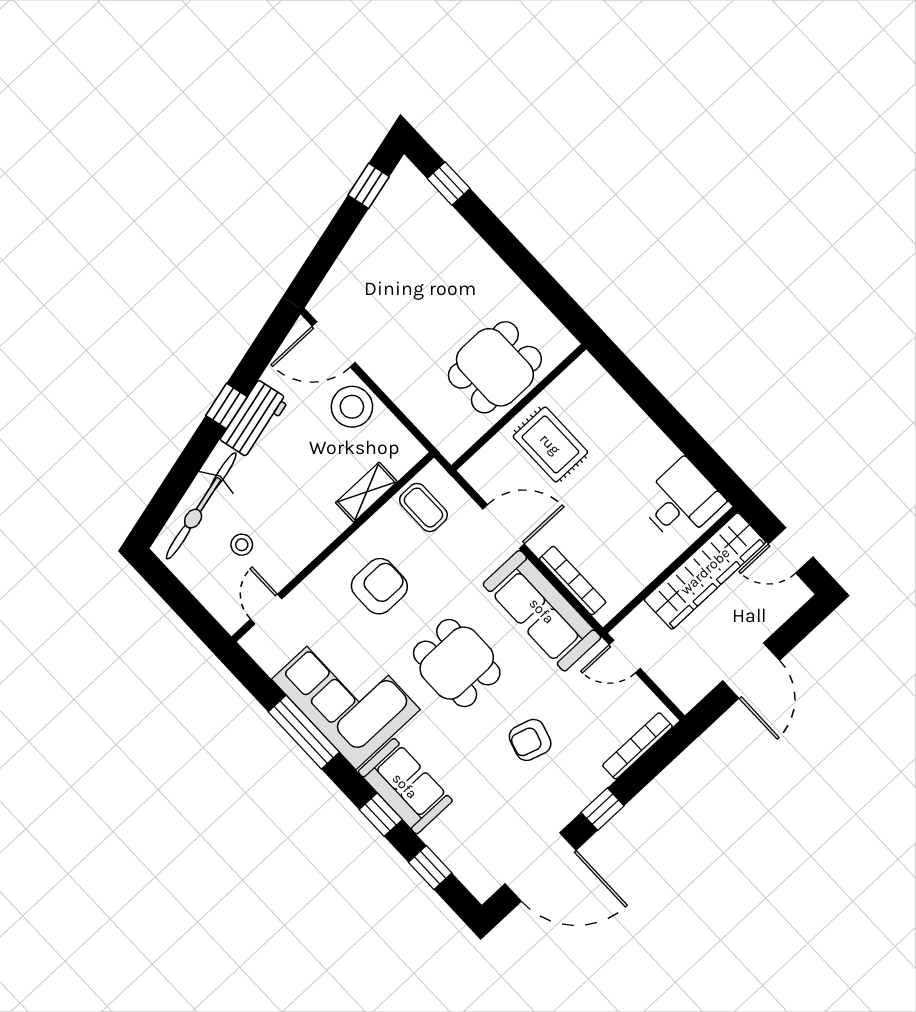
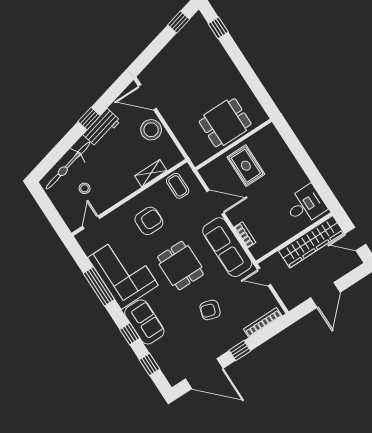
bookcase: (573, 581) -> (245, 235), width x0.64

